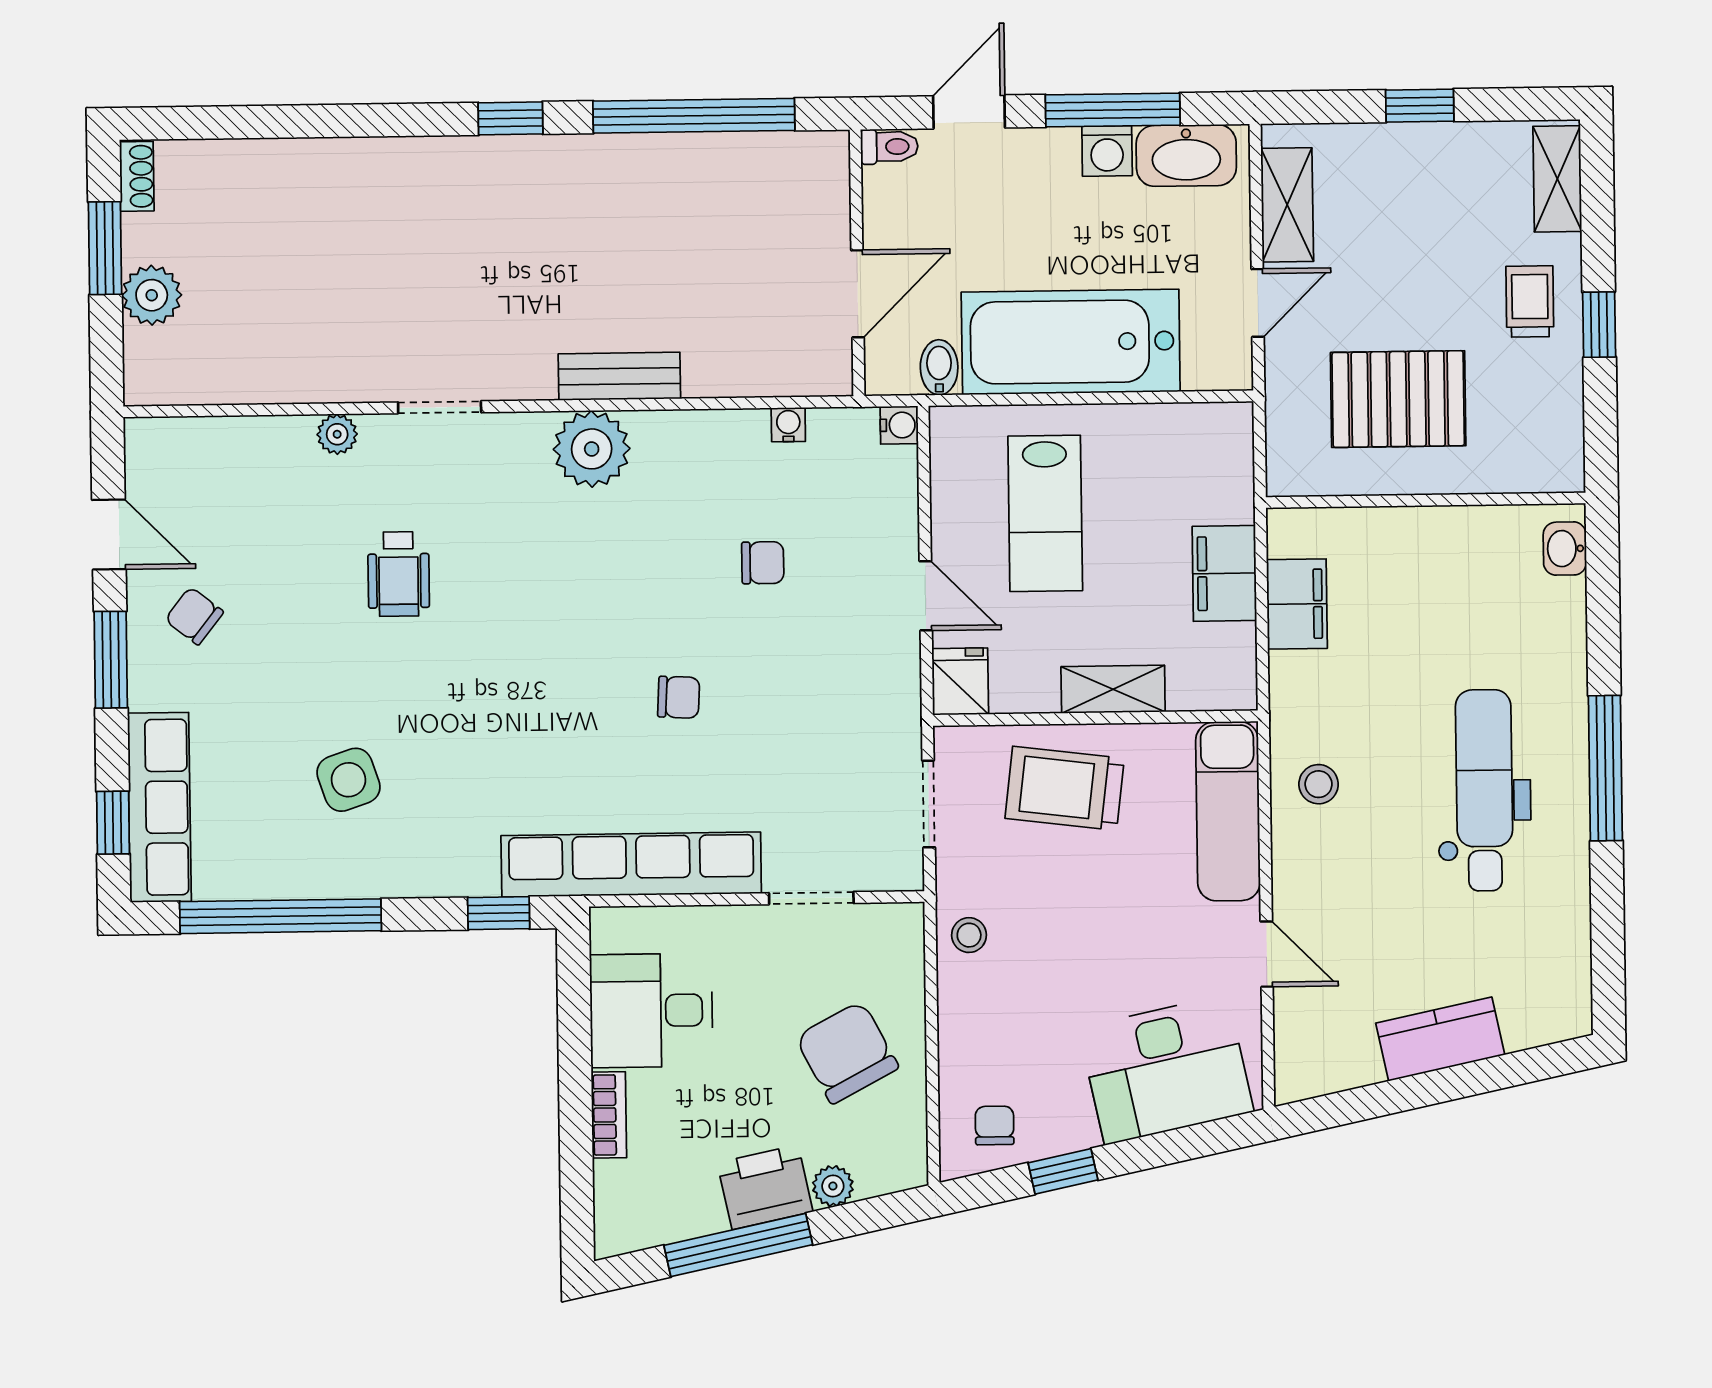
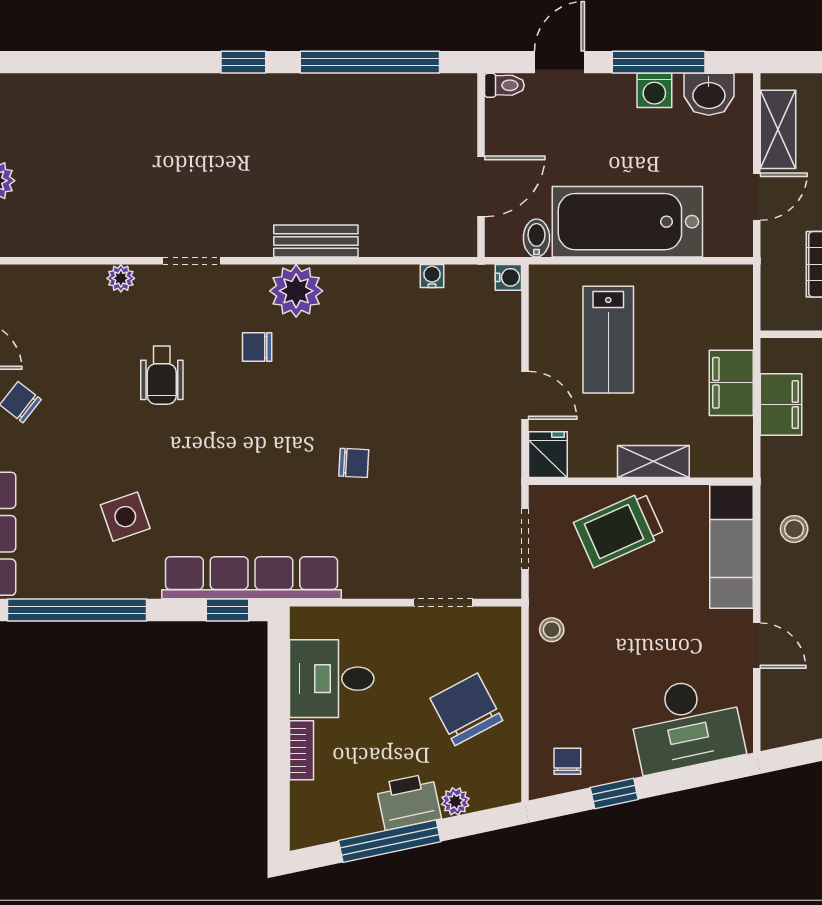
washbasin: (1186, 155) -> (709, 94), width x0.72
chair: (763, 563) -> (257, 347), moved, turned 180
trolley: (1065, 788) -> (619, 529), turned -31
row of seats: (631, 864) -> (251, 578), moved

